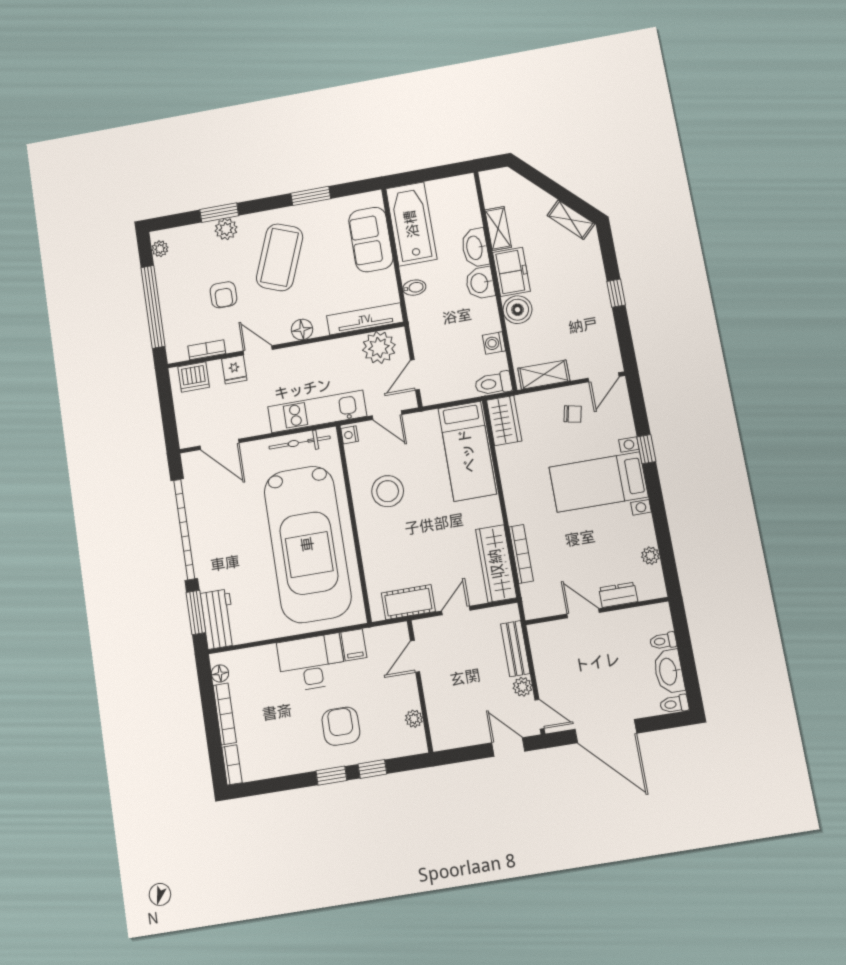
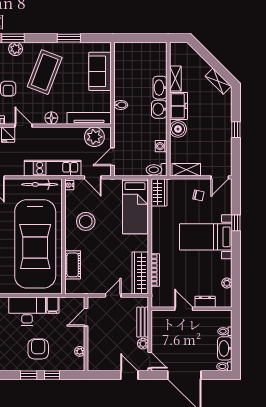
bathtub: (411, 224) -> (125, 66), removed
cot: (408, 602) -> (73, 265), moved, turned 90

